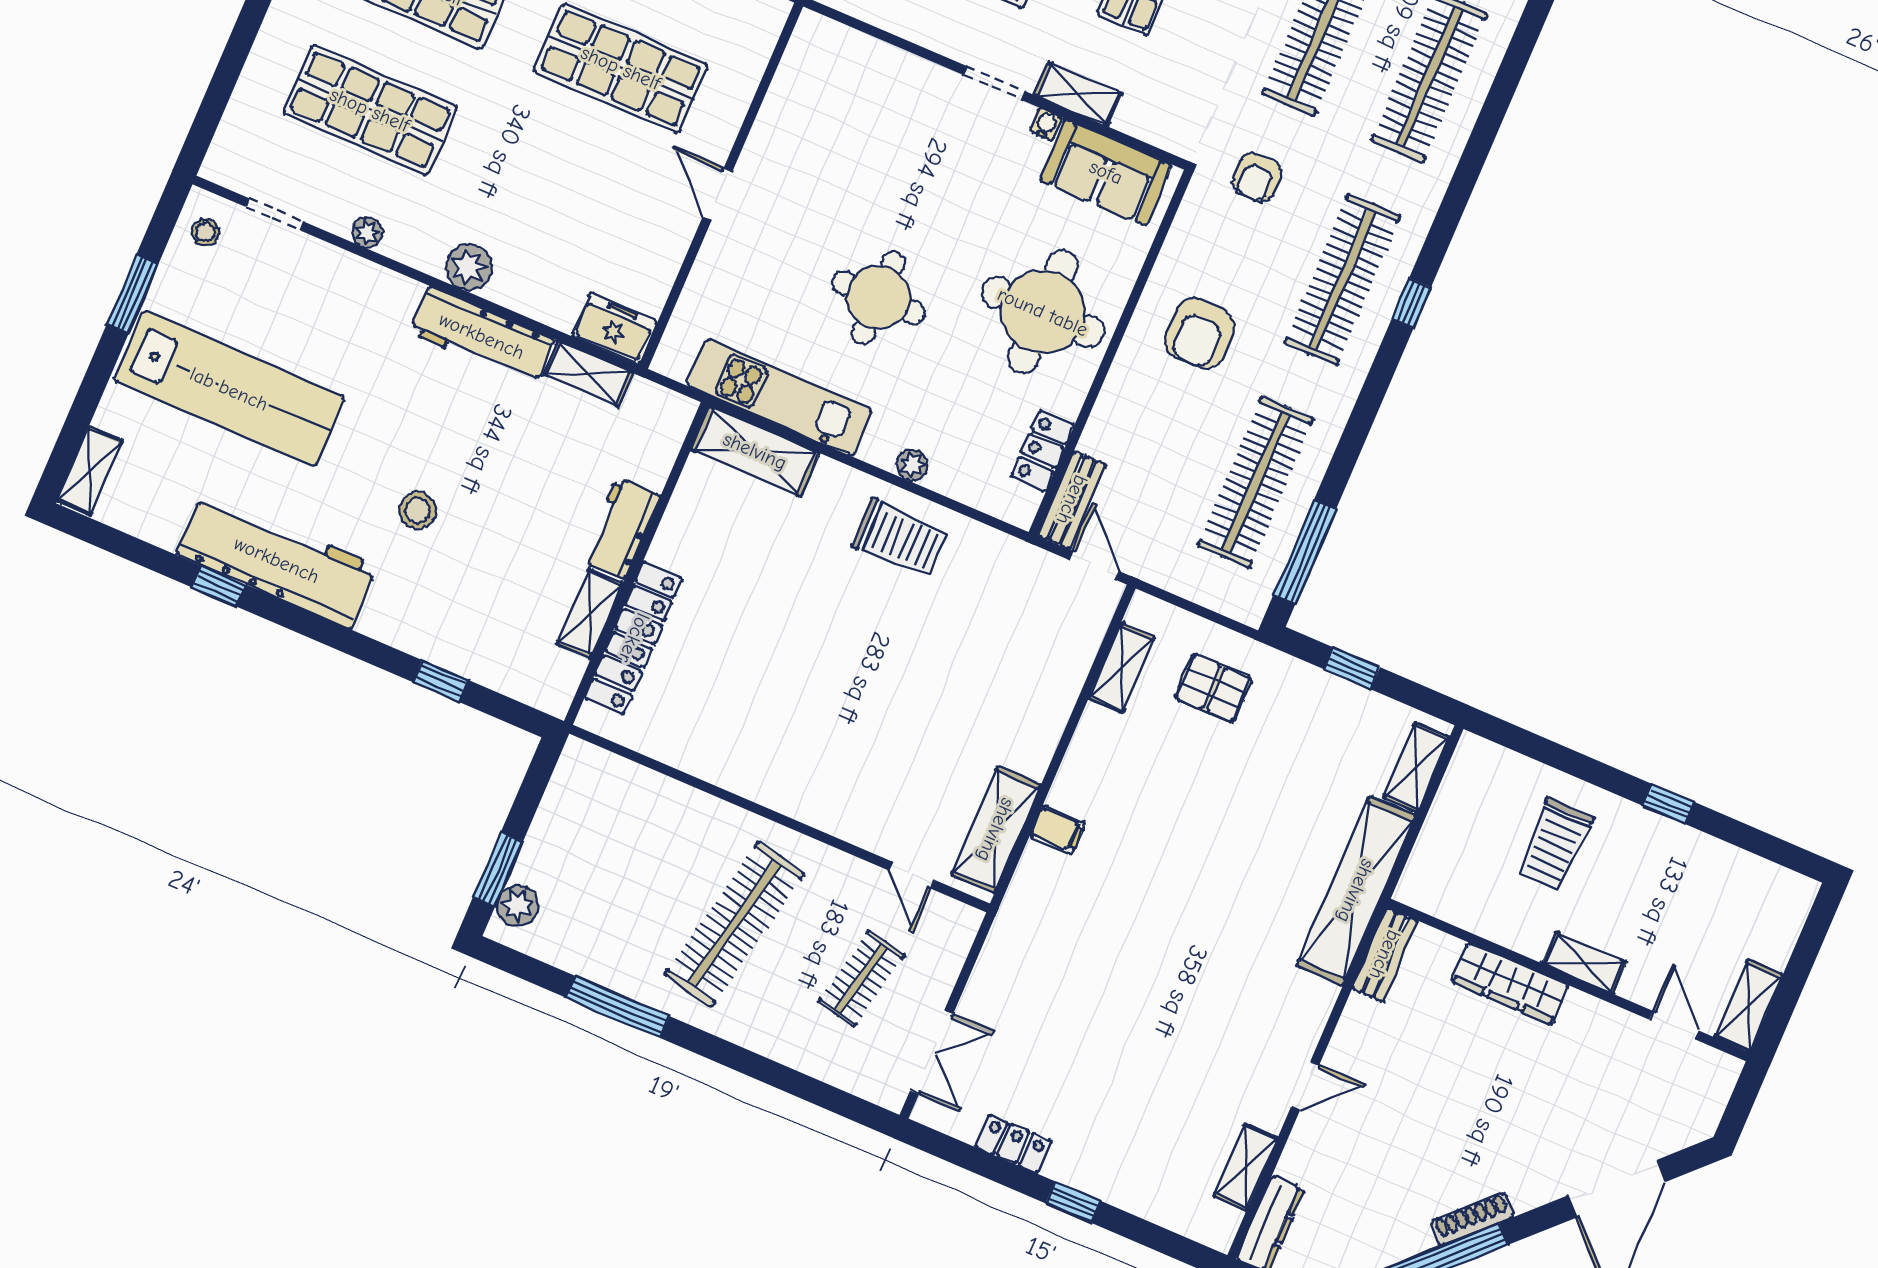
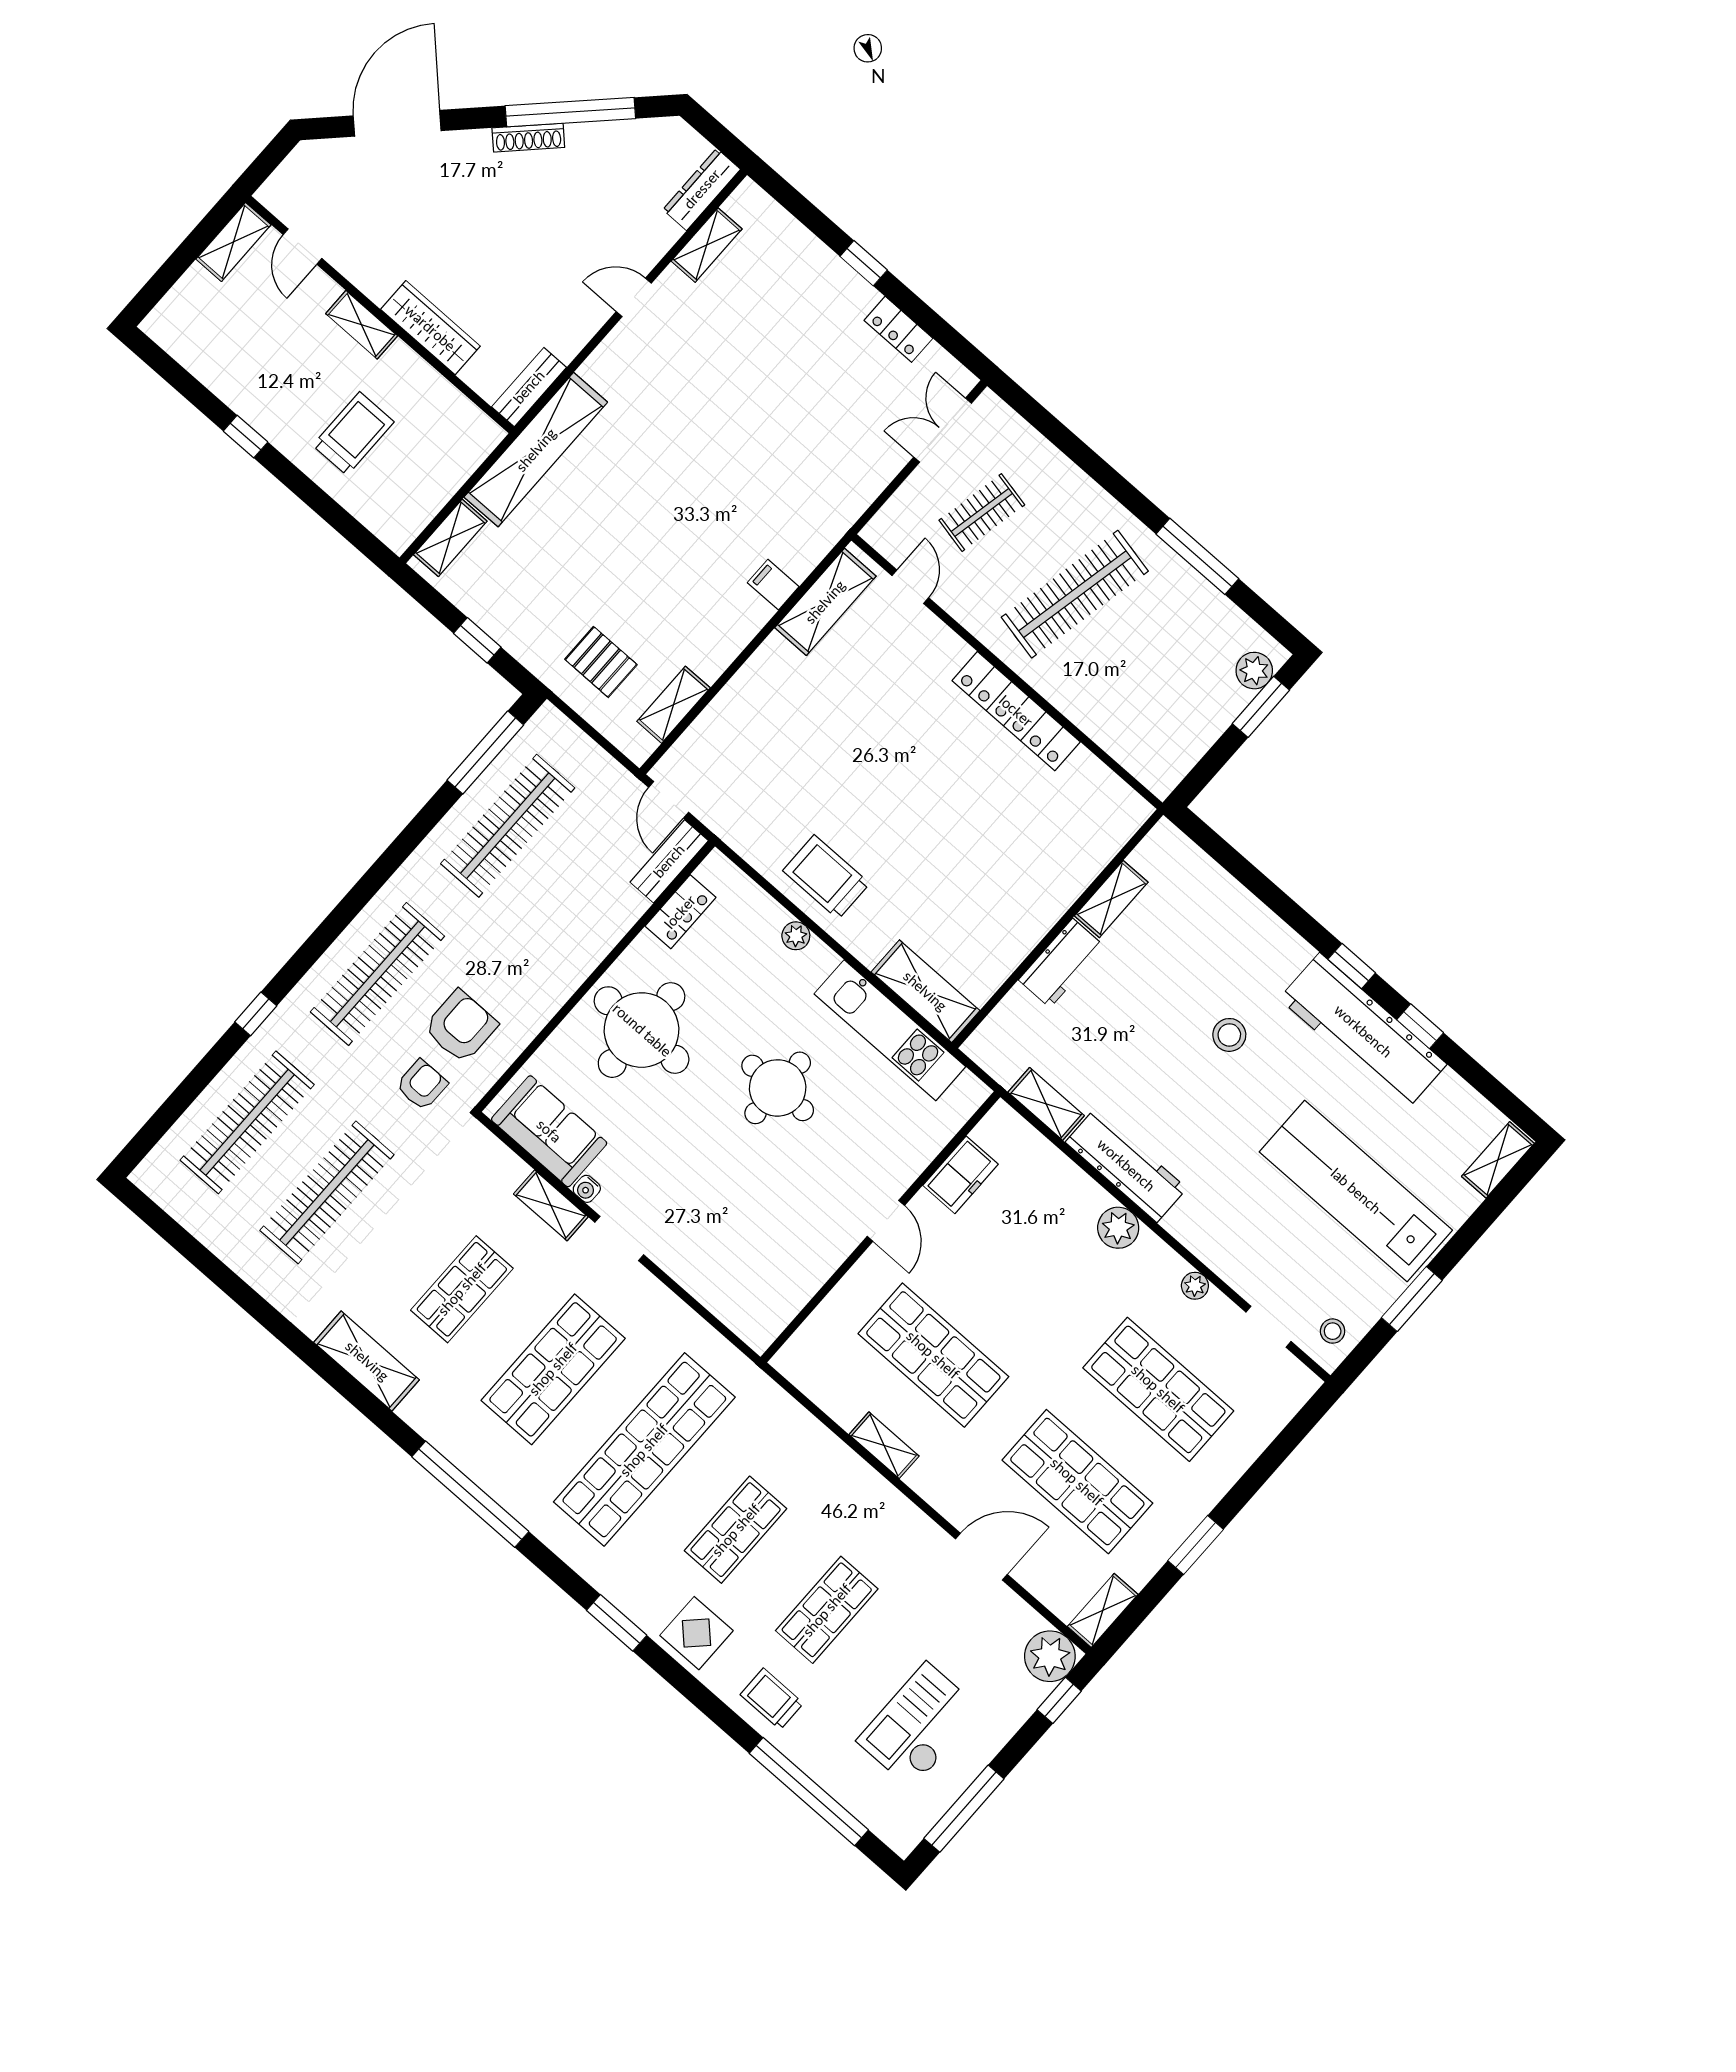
window: (1411, 303) -> (256, 1014), moved
freezer: (615, 329) -> (961, 1175), moved, turned -90
armchair: (1200, 333) -> (461, 1026), moved
locker: (634, 638) -> (1016, 711), moved, turned -90
window: (440, 681) -> (1352, 966), moved

